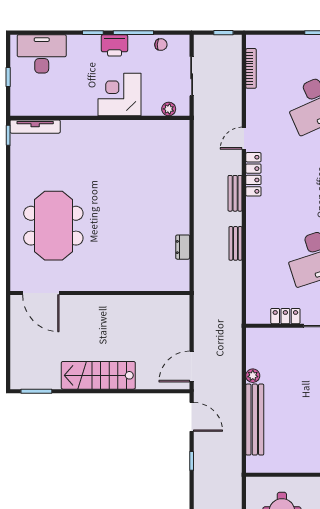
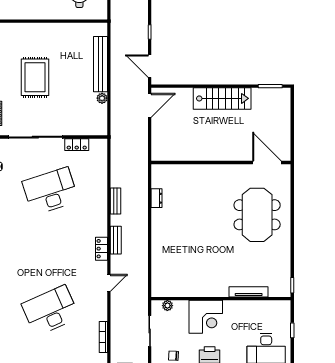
tv unit: (35, 127) -> (249, 292), moved
locker: (253, 174) -> (102, 249), width x0.66

